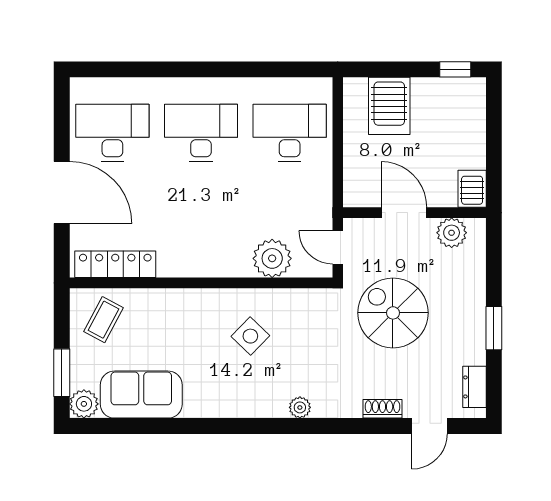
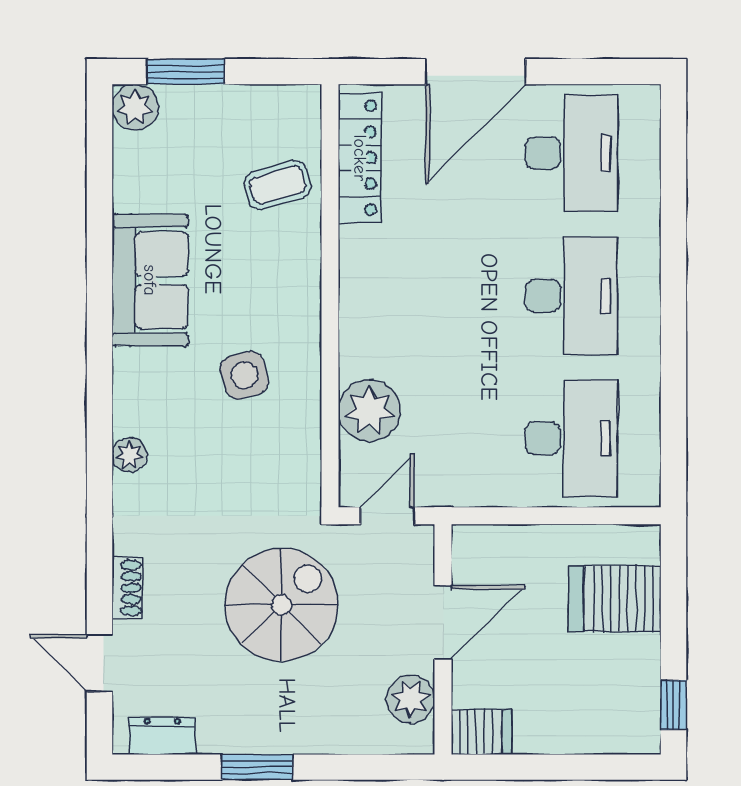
coffee table: (104, 320) -> (278, 185), moved, turned -44
side table: (250, 336) -> (244, 375), turned 30
sofa: (141, 395) -> (150, 280), moved

